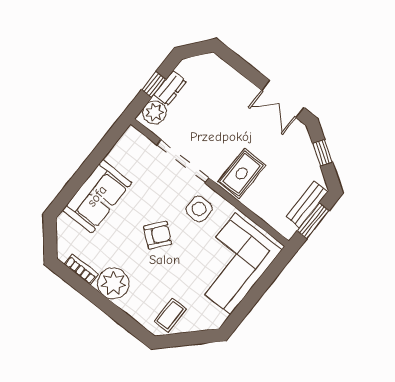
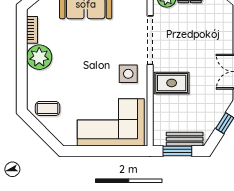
armchair: (158, 235) -> (91, 61), removed

